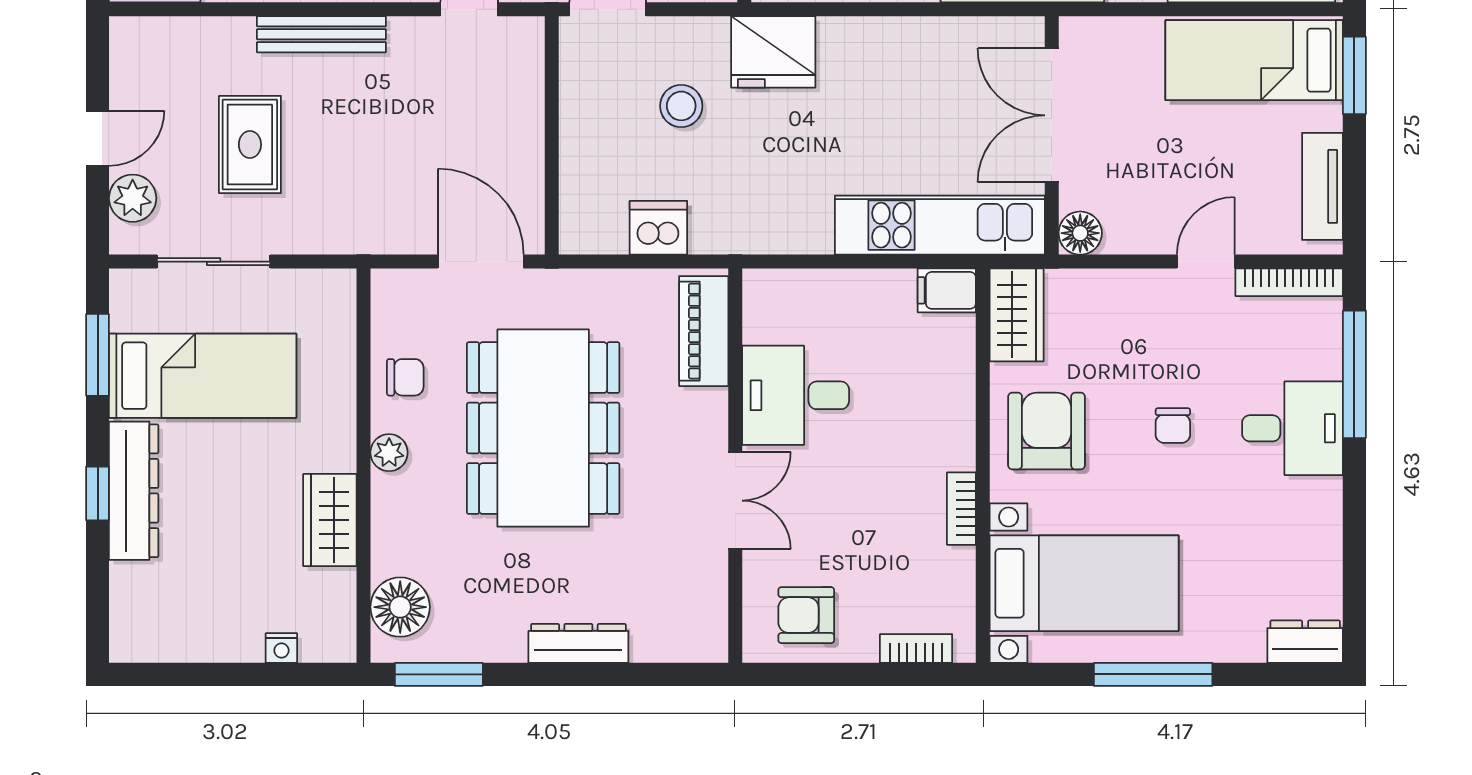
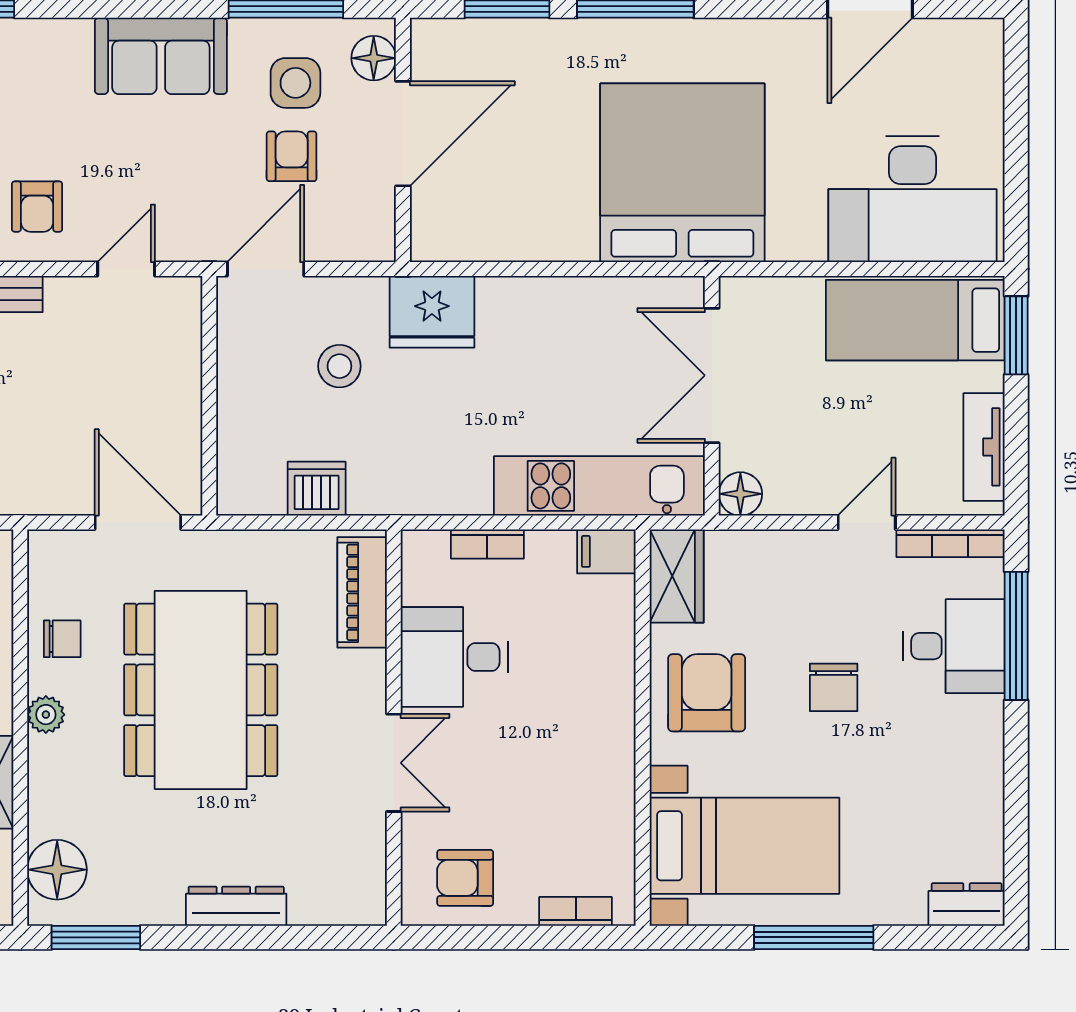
chair: (1173, 426) -> (834, 687), width x1.37, depth x1.37
desk: (1292, 428) -> (954, 646), moved
bookcase: (961, 509) -> (487, 544), moved, turned -90

